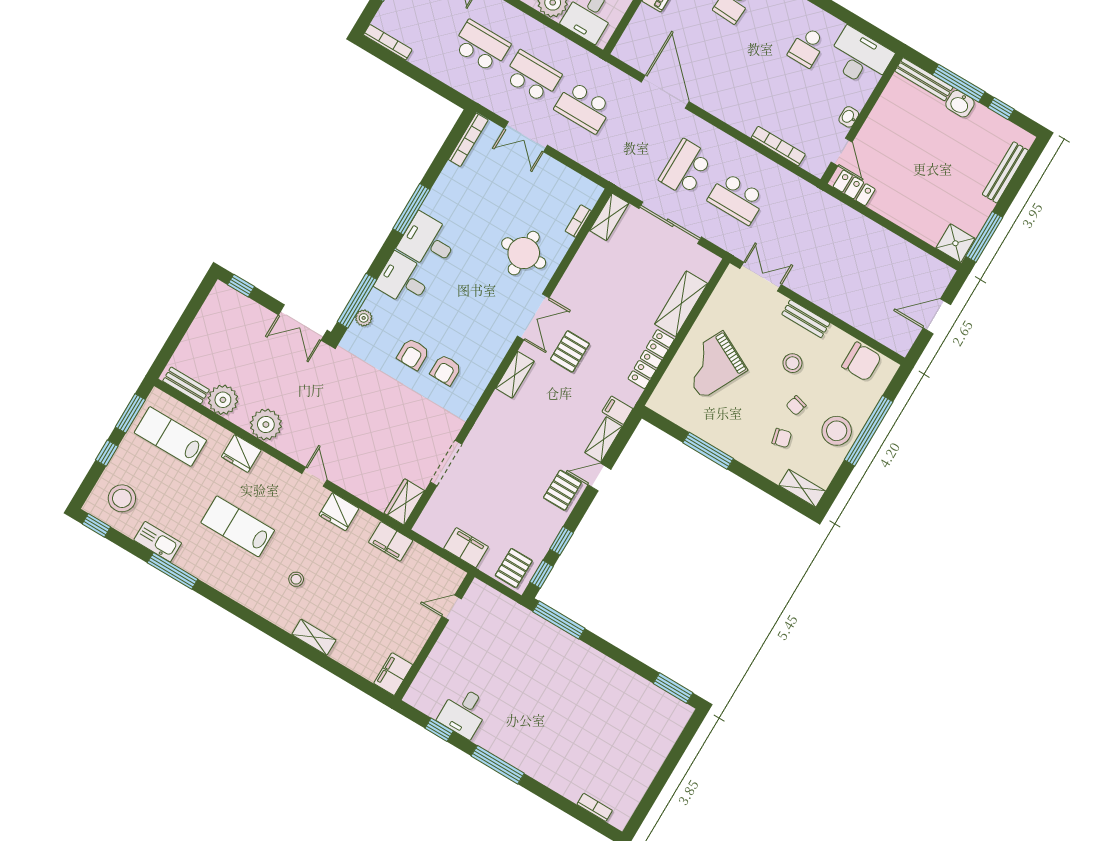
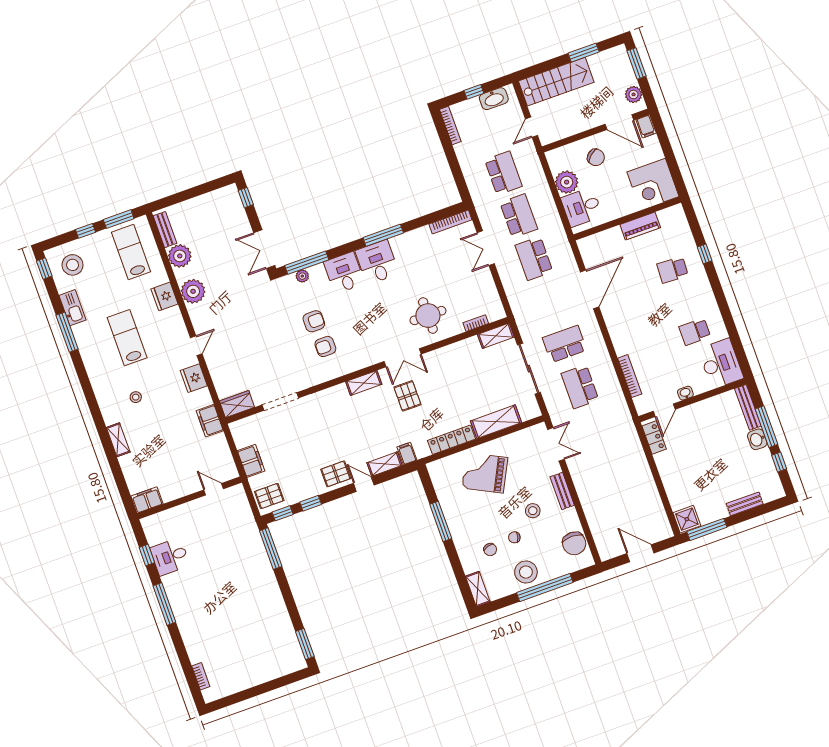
bench: (1005, 172) -> (745, 504), width x0.73
pallet: (570, 351) -> (407, 396), turned 90
armchair: (413, 354) -> (314, 321), turned 180

